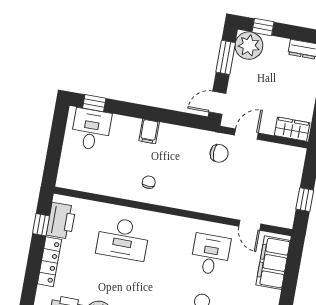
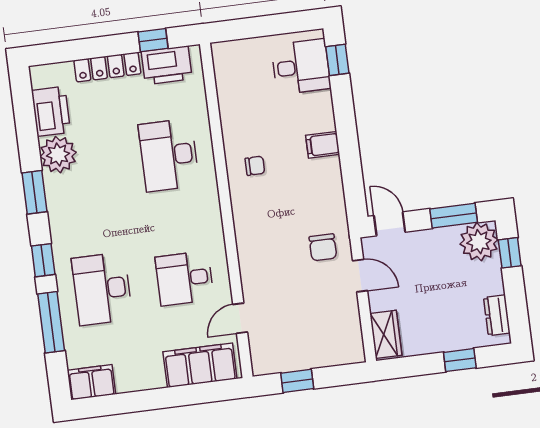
desk: (210, 254) -> (185, 278), turned 180

